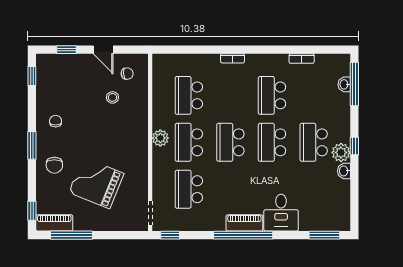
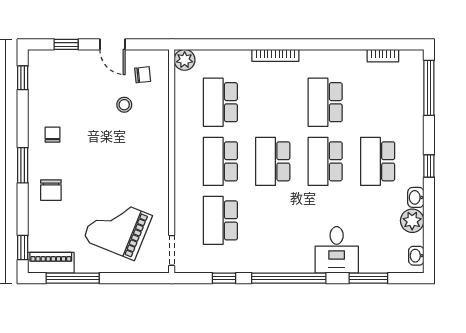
bookcase: (232, 58) -> (275, 55), width x1.56
bookcase: (302, 58) -> (383, 56), moved
washbasin: (344, 84) -> (416, 256), moved
plant: (160, 138) -> (185, 60), moved
plant: (341, 152) -> (412, 221), moved
grand piano: (96, 183) -> (117, 228), moved
piano: (244, 223) -> (290, 263), removed
window: (170, 235) -> (224, 278), moved
window: (324, 235) -> (368, 278), moved

